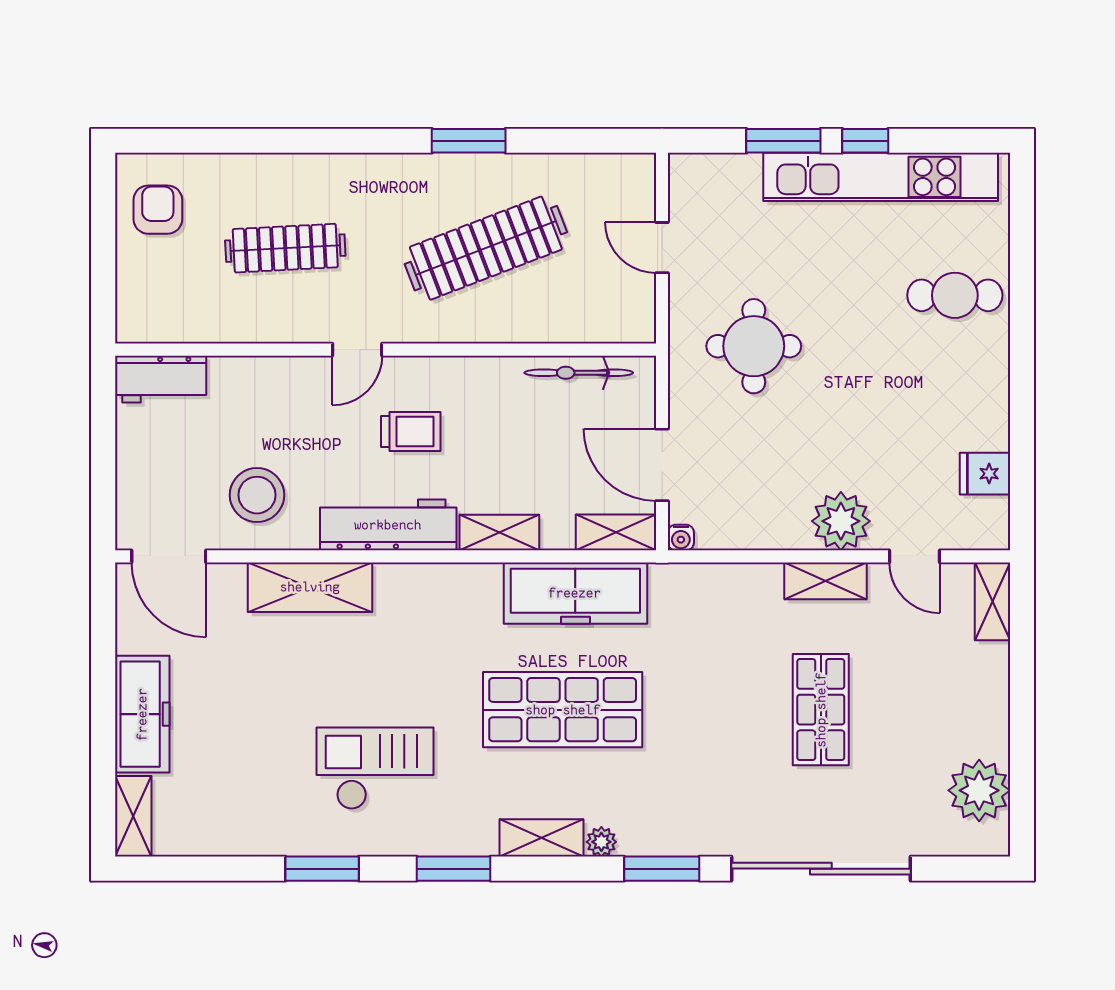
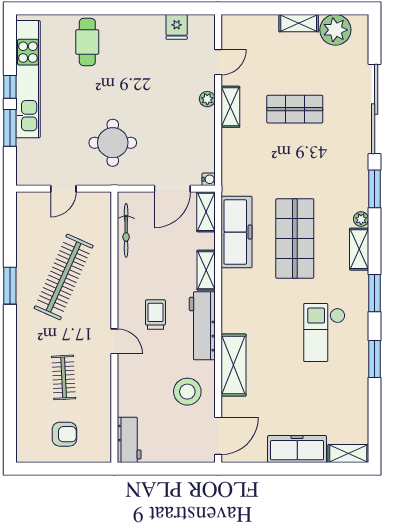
armchair: (158, 210) -> (64, 434), moved, turned 180
clothes rail: (285, 248) -> (64, 377), width x0.73
clothes rail: (486, 248) -> (64, 277), turned 45
plant: (841, 521) -> (207, 99), width x0.53, depth x0.53
shelving: (993, 601) -> (299, 23), moved

